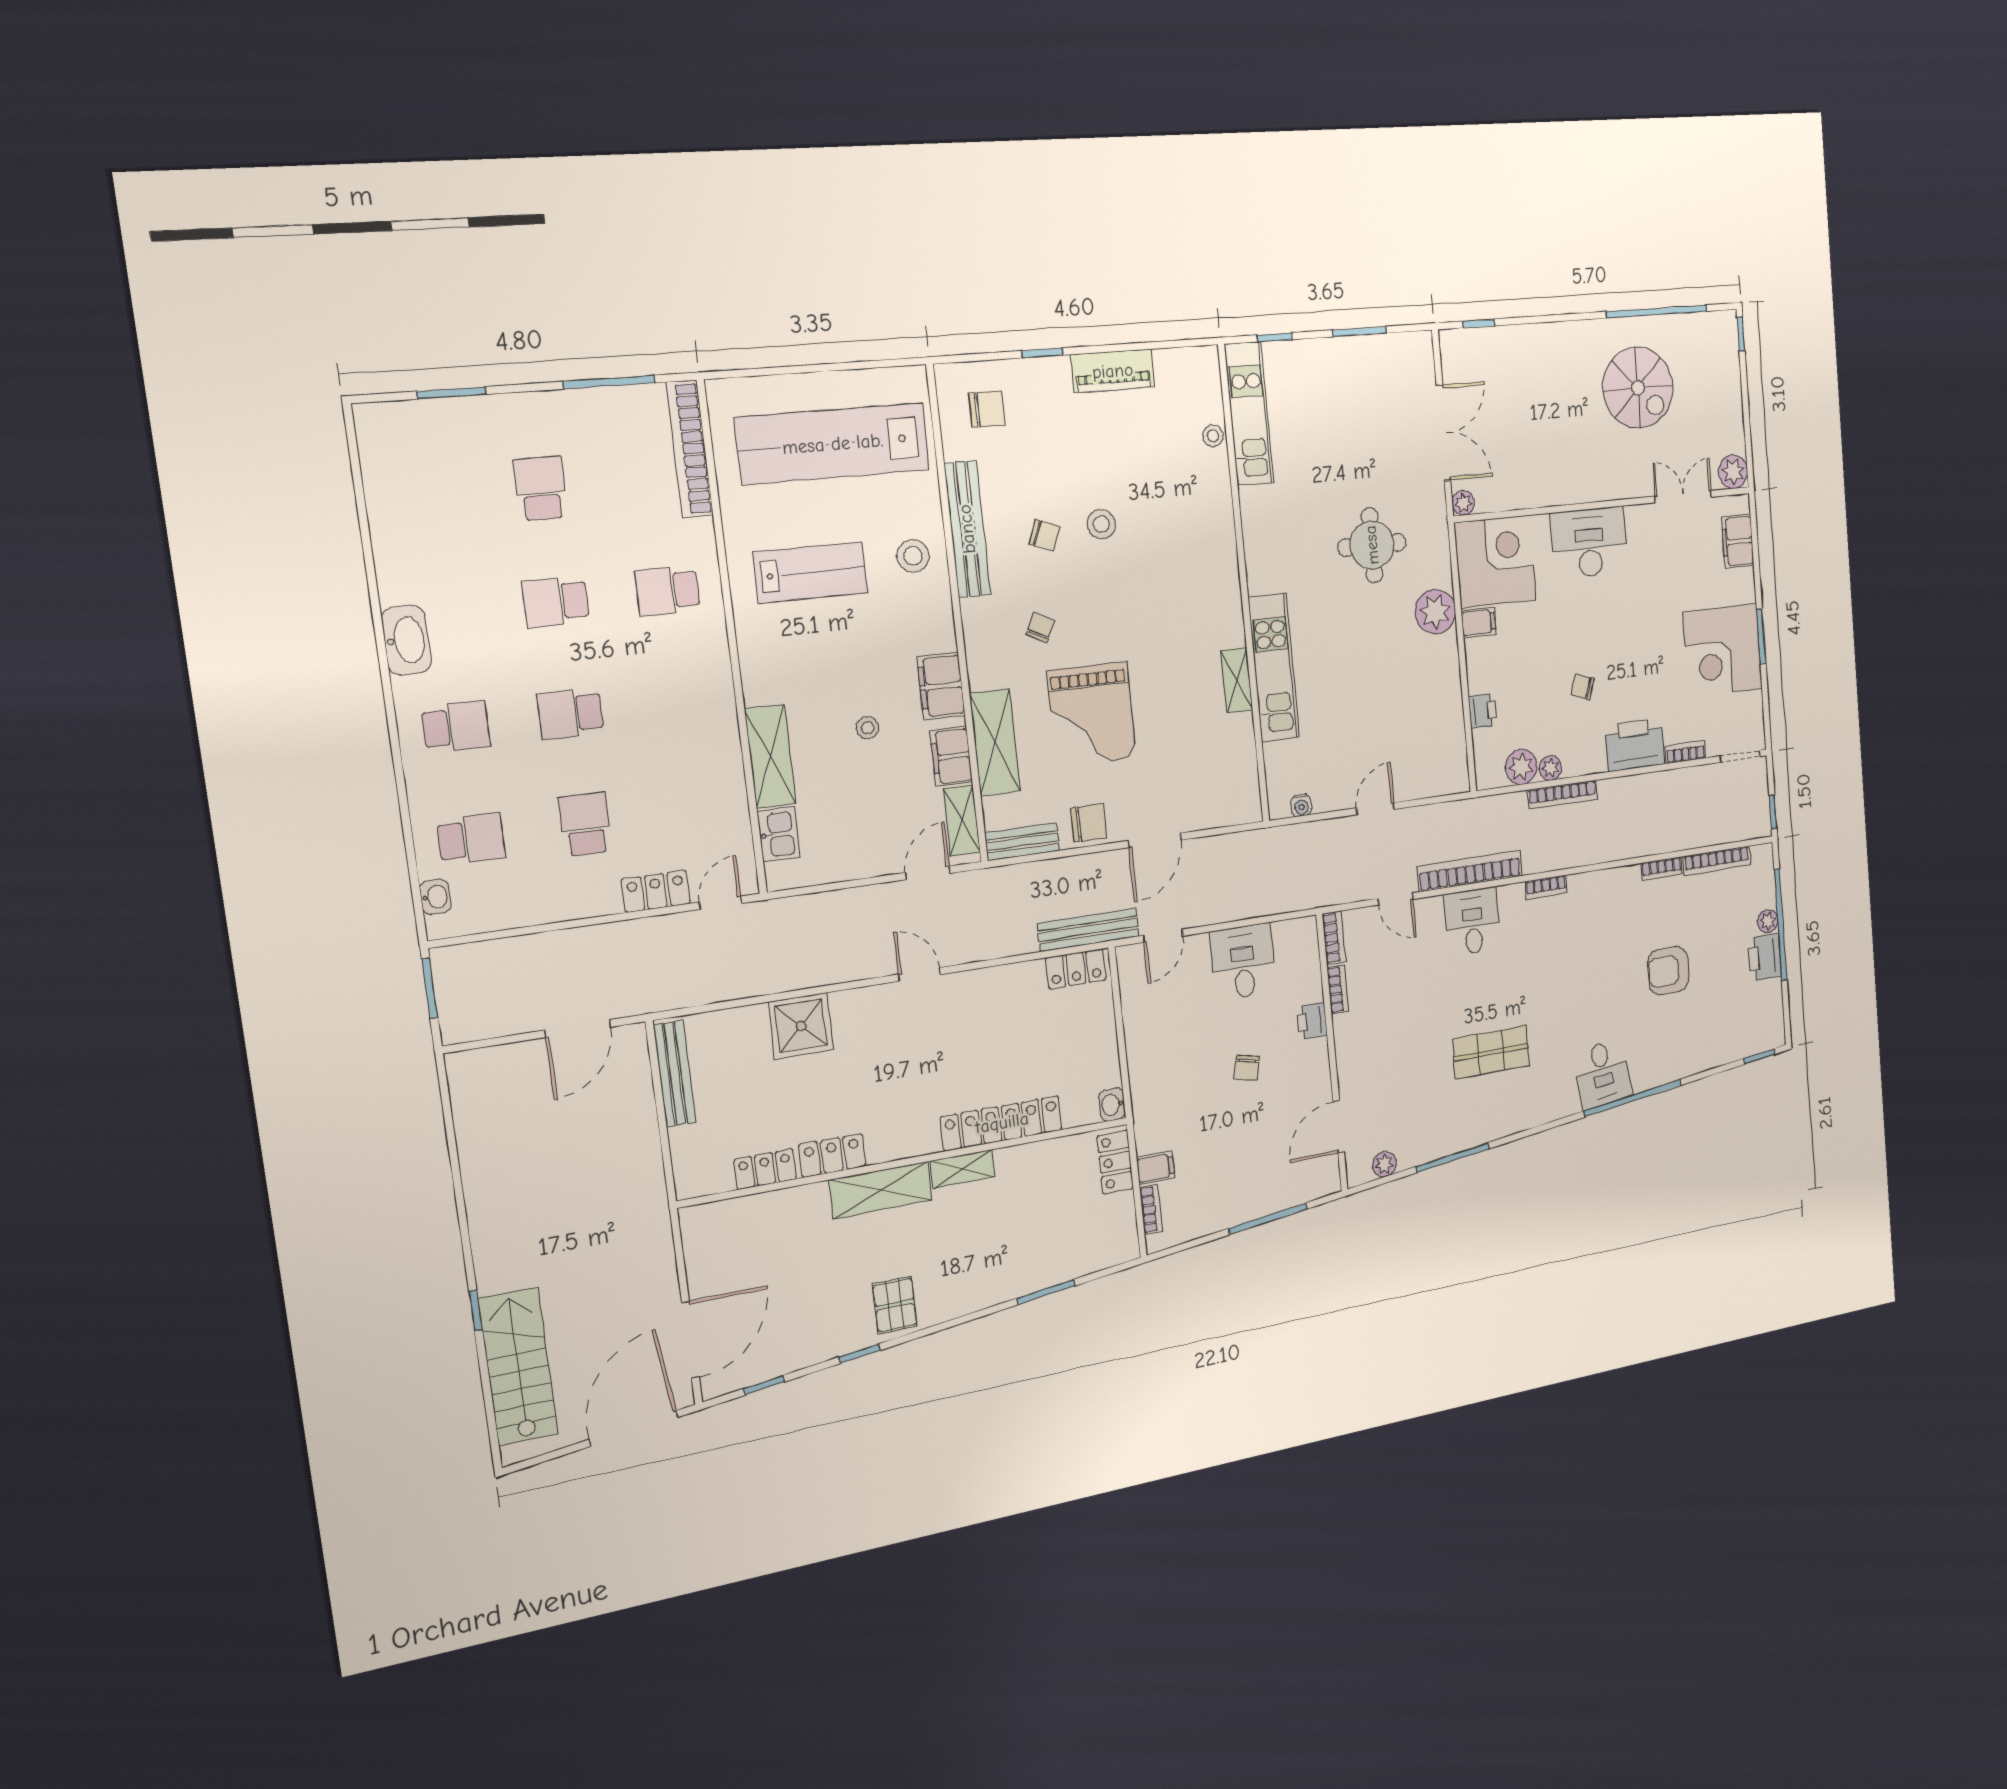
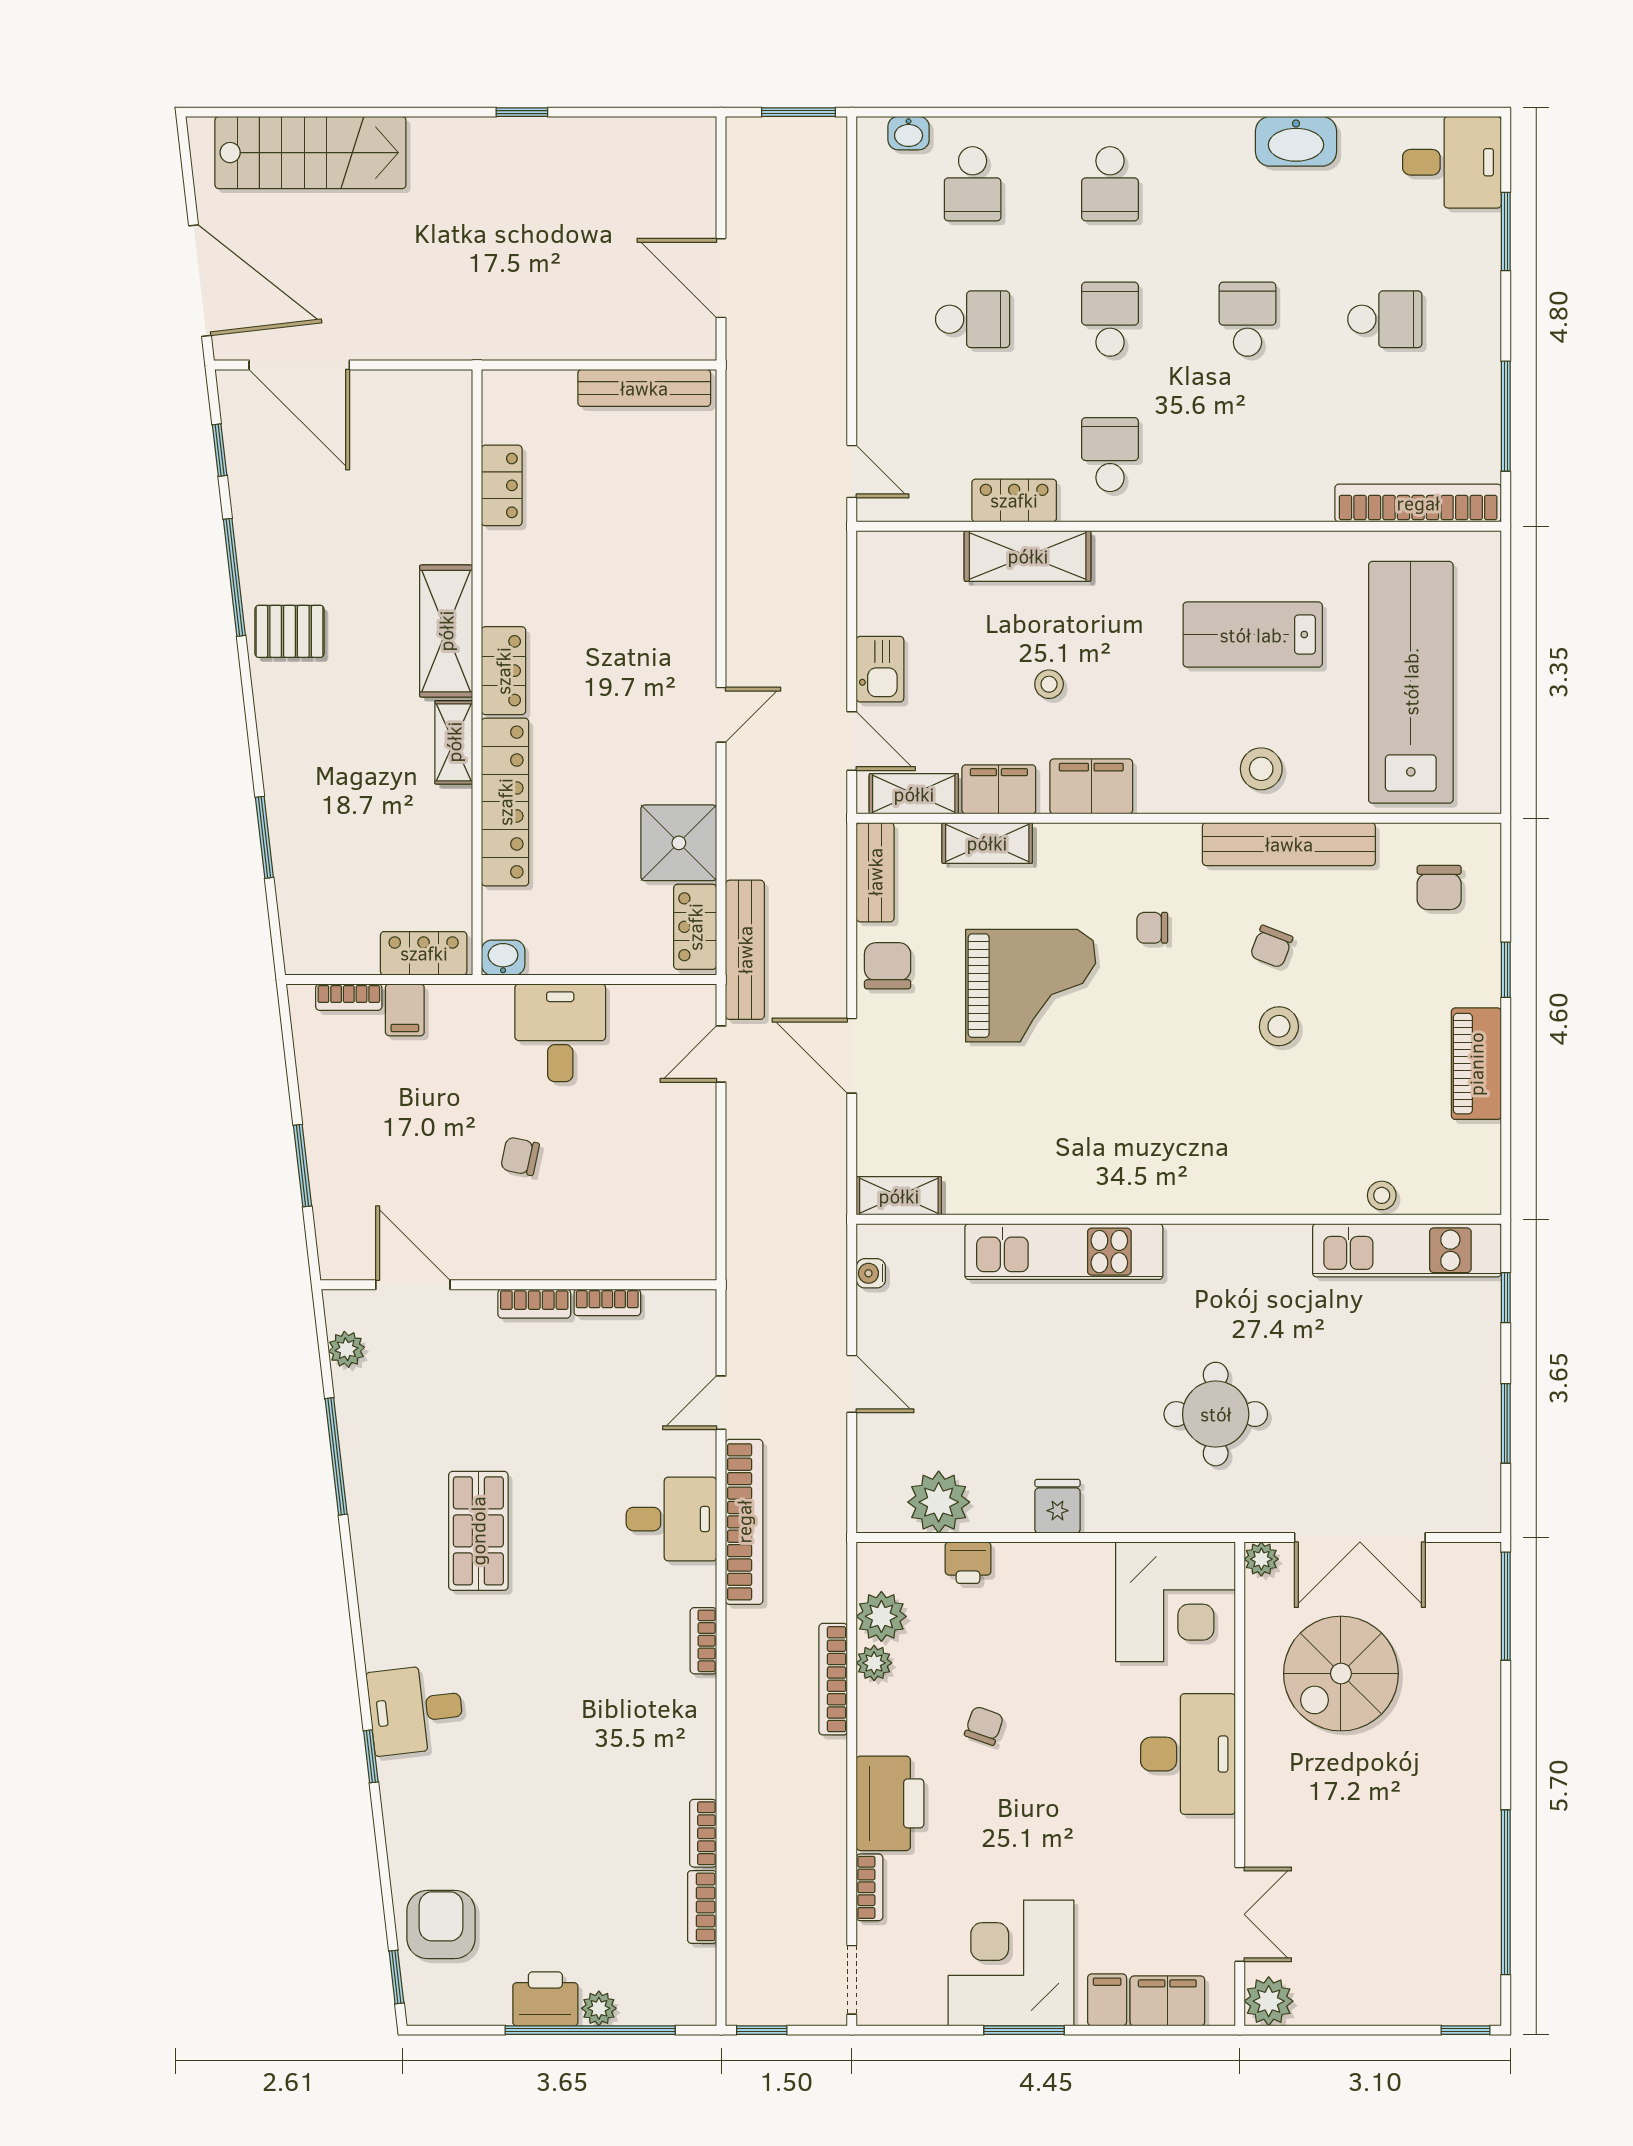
window: (1479, 323) -> (1506, 1606), width x2.17
spiral stairs: (1638, 388) -> (1341, 1674), moved
desk: (397, 443) -> (1452, 162), added
lab bench: (810, 573) -> (1253, 635), turned 90
school desk: (668, 591) -> (1110, 455), moved
plant: (1435, 612) -> (939, 1502), moved
filing cabinet: (1479, 623) -> (1107, 2000), moved, turned 180
chair: (1040, 628) -> (1152, 928), turned 153
washbasin: (406, 640) -> (1296, 141), moved
fridge: (1442, 652) -> (1057, 1506), added
shelving: (1237, 680) -> (899, 1196), moved
grand piano: (1092, 715) -> (1031, 986), turned 180
shelving: (995, 742) -> (987, 843), width x0.67, depth x0.75
chair: (1089, 823) -> (888, 966), turned 180
kitchen sink: (778, 834) -> (880, 669), moved, turned -90
bookcase: (1717, 861) -> (702, 1907), width x0.64
locker: (656, 891) -> (1014, 500), moved, turned -90
door: (1163, 936) -> (721, 1054), hinge flipped
bookcase: (1334, 938) -> (534, 1304), moved
desk: (1243, 962) -> (560, 1033), moved, turned -90
armchair: (1668, 971) -> (441, 1925), moved
printer: (1312, 1021) -> (569, 1259), removed
shower: (801, 1026) -> (679, 843), moved
window: (1633, 1098) -> (371, 1756), width x0.32
locker: (832, 1155) -> (503, 671), moved
window: (1268, 1219) -> (302, 1166), width x0.69
window: (476, 1310) -> (522, 112), moved
window: (859, 1354) -> (234, 577), width x2.17

